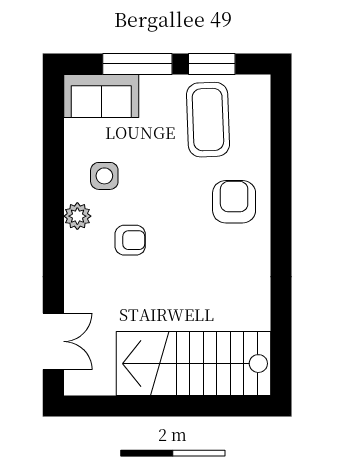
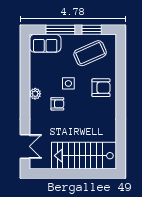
coffee table: (208, 120) -> (90, 53), turned 68
side table: (104, 176) -> (68, 83), moved
armchair: (234, 202) -> (101, 88), turned 90

